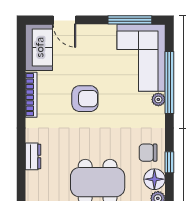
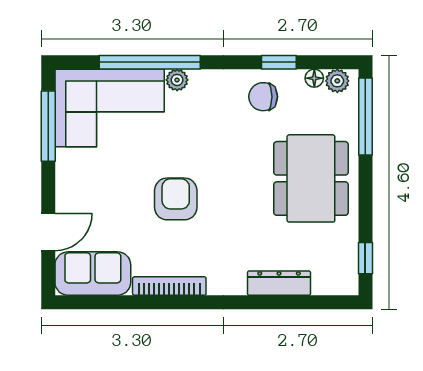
chair: (148, 153) -> (263, 97), turned 90
dresser: (33, 156) -> (279, 283), width x1.44
floor lamp: (154, 179) -> (314, 78), width x0.53, depth x0.53

